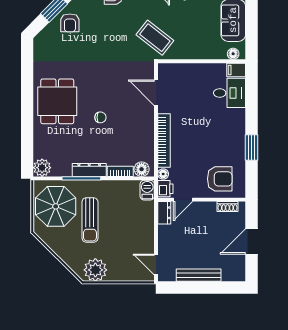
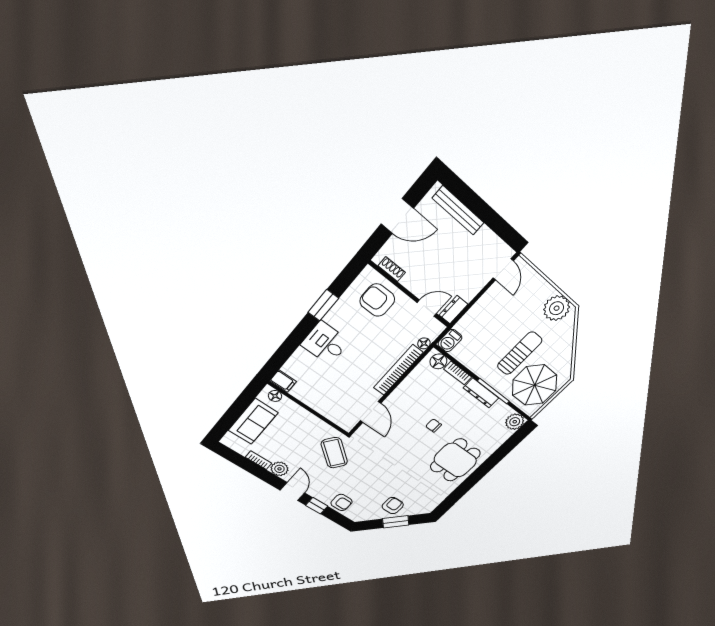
desk: (230, 93) -> (325, 343), moved
printer: (165, 189) -> (433, 330), removed
bench: (199, 275) -> (458, 211), moved

